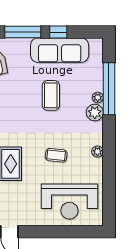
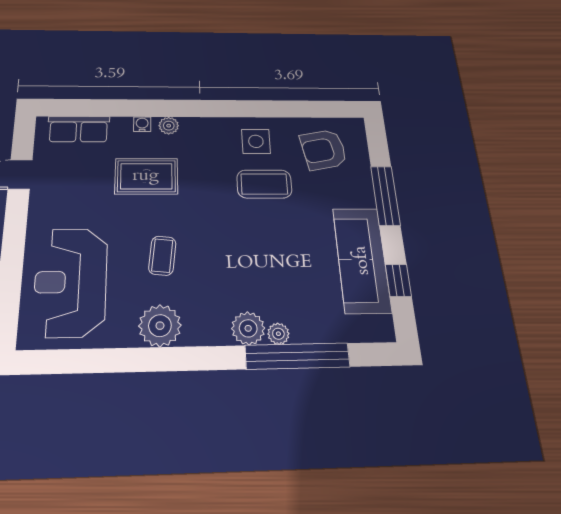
window: (58, 32) -> (398, 280), moved
coffee table: (51, 95) -> (264, 184), moved
plant: (98, 152) -> (160, 326), width x1.87, depth x1.87

